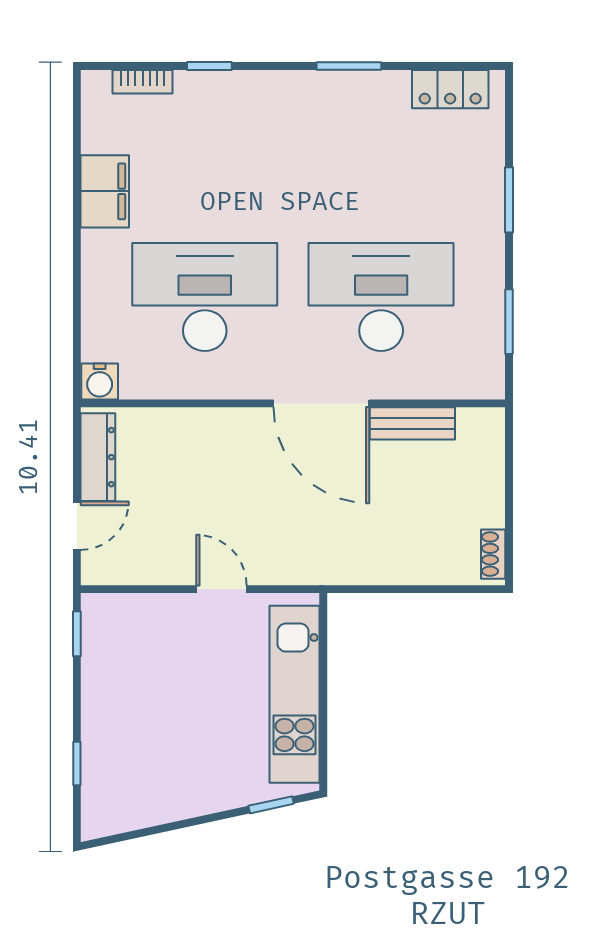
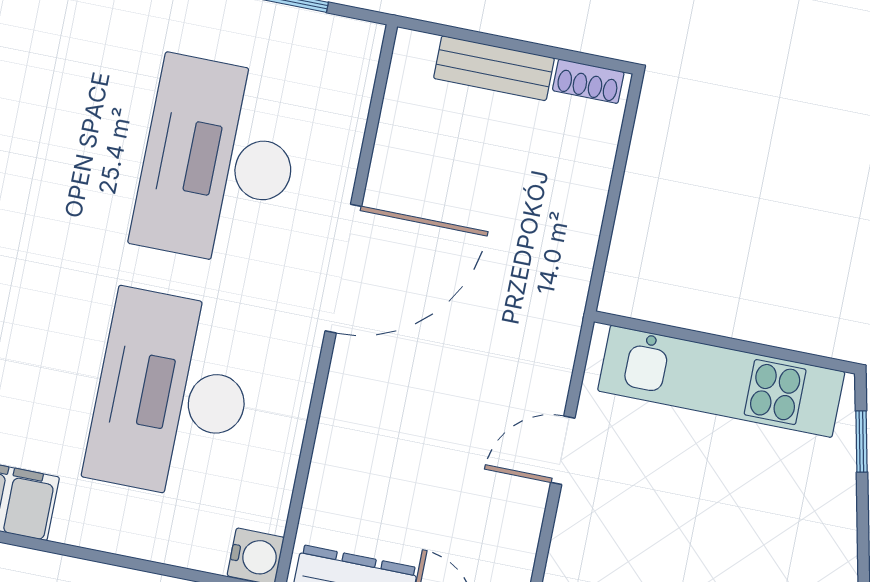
bench: (412, 423) -> (494, 68), moved, turned 90

